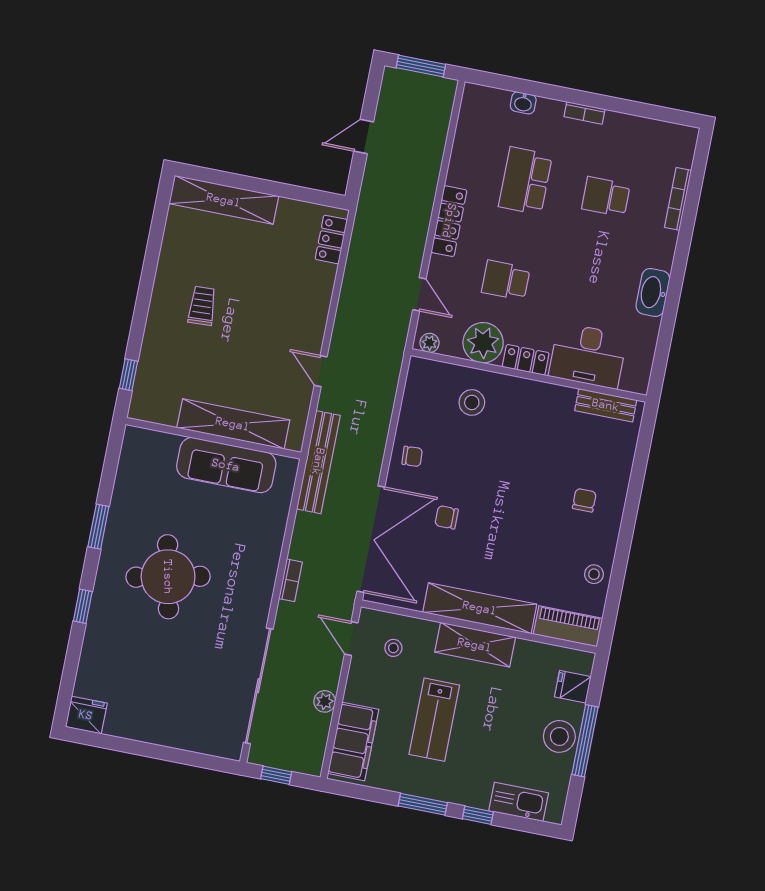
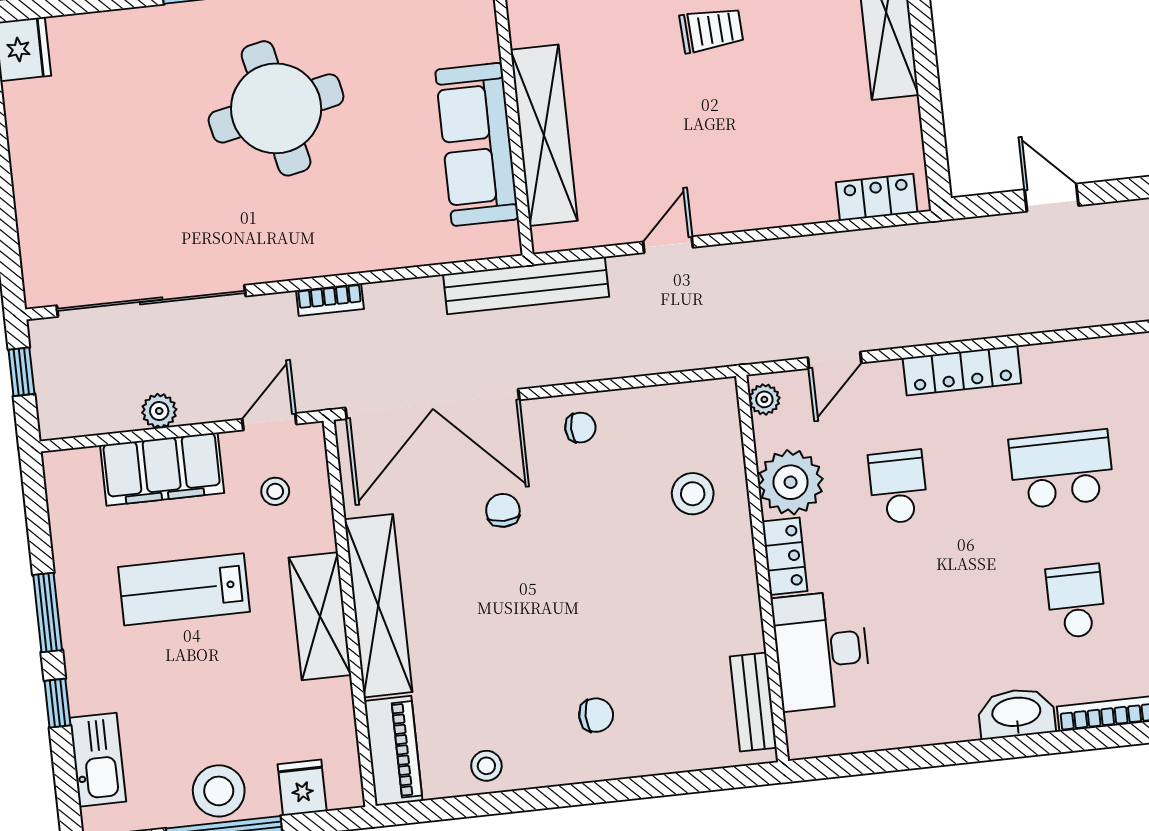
washbasin: (653, 292) -> (1016, 713), moved
chair: (412, 456) -> (580, 428), turned -87
filing cabinet: (353, 741) -> (162, 469), moved

